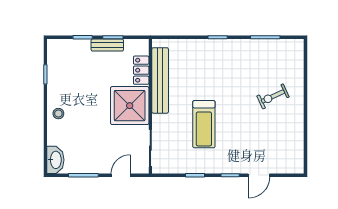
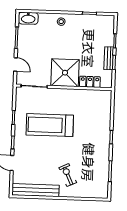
bench: (160, 80) -> (36, 190), moved
treadmill: (204, 124) -> (50, 125), width x1.37, depth x1.38

